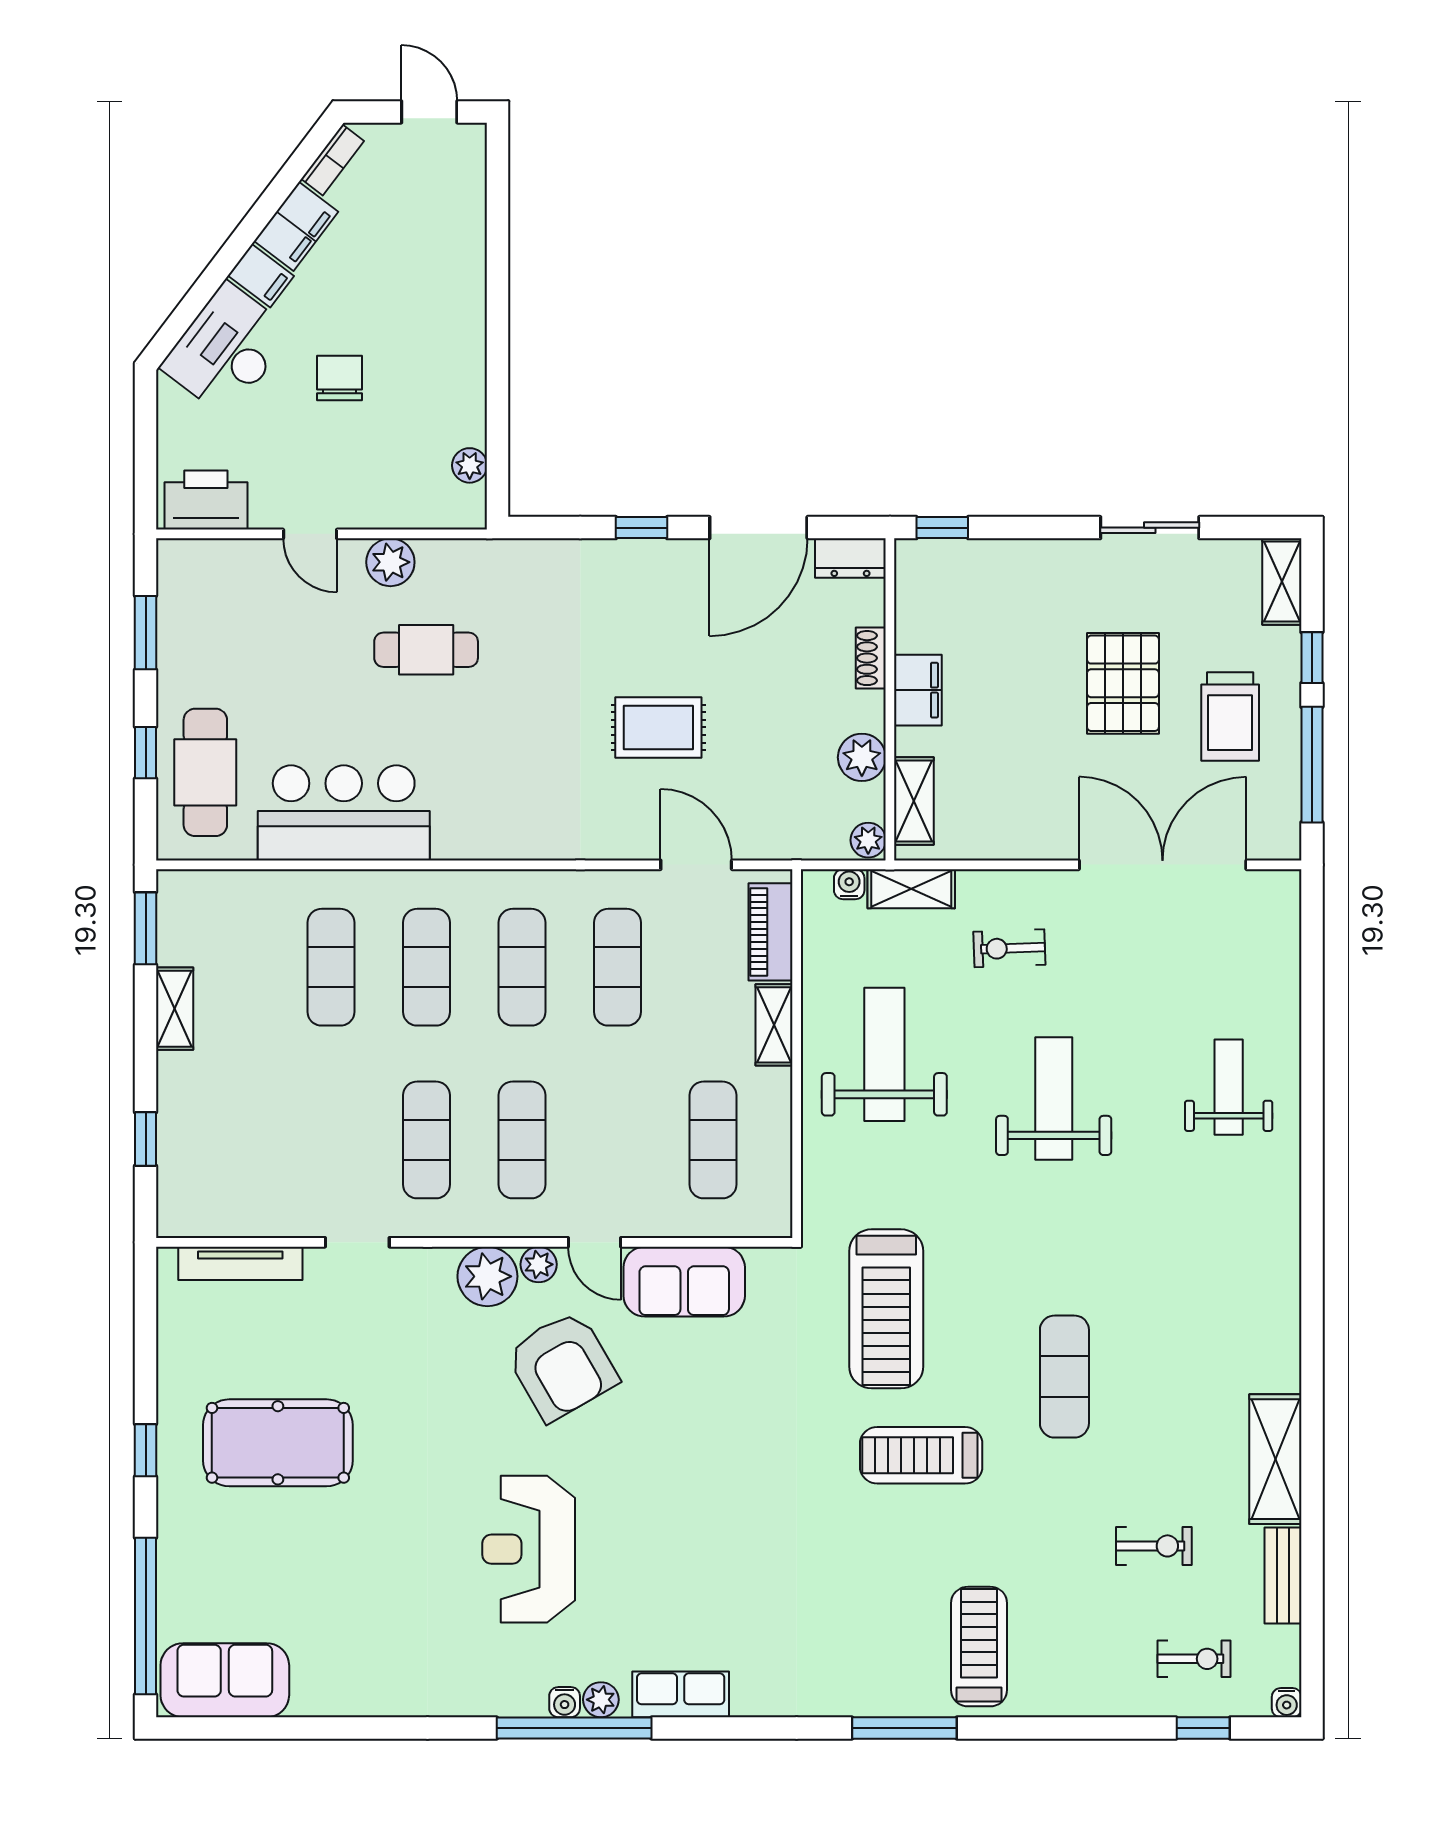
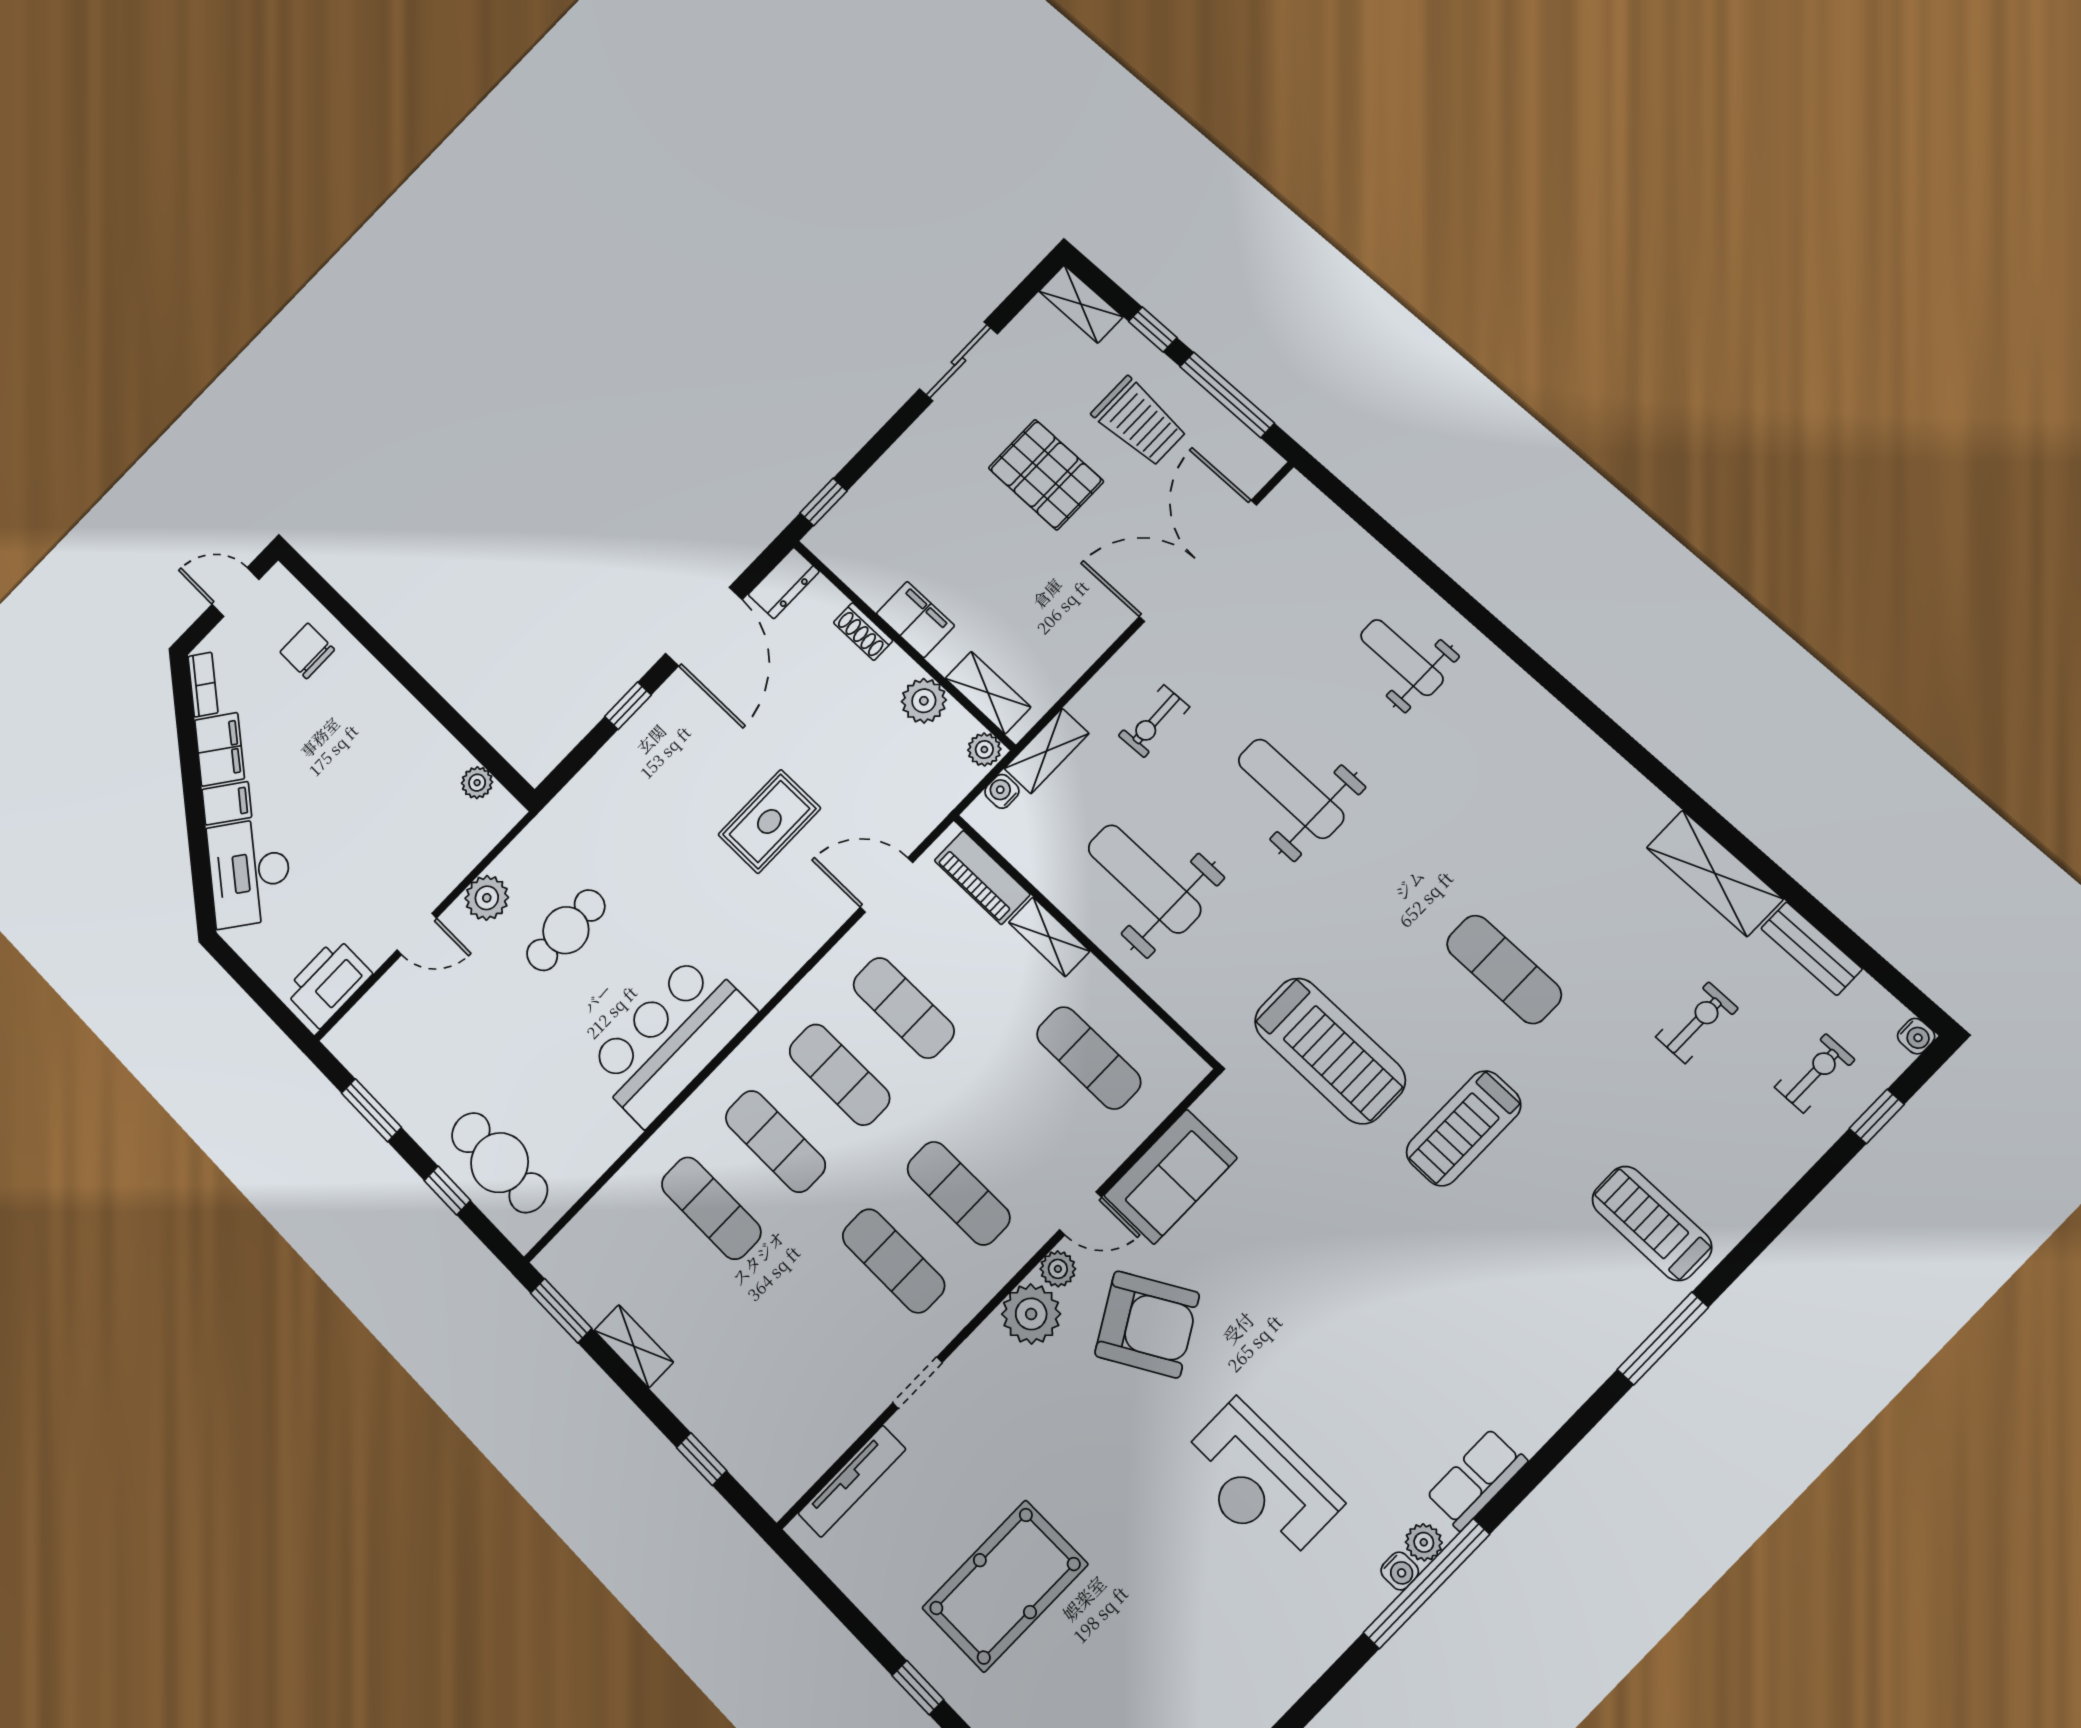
chair: (339, 378) -> (307, 651), moved
bar counter: (344, 813) -> (670, 1039), moved

